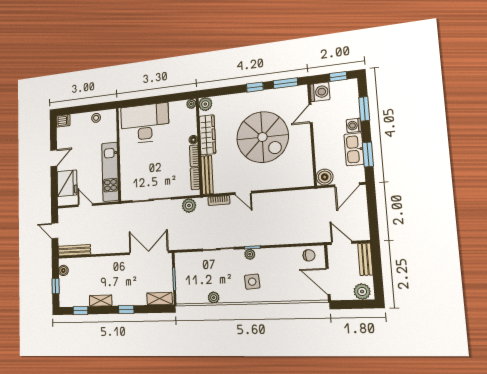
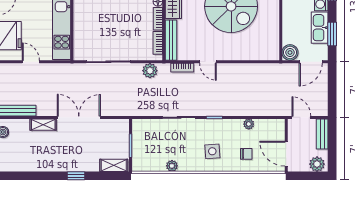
double door: (149, 253) -> (79, 117), moved
plant: (250, 254) -> (249, 124), moved
chair: (309, 255) -> (246, 154), moved
shelving: (101, 301) -> (43, 125), moved
window: (80, 311) -> (23, 176), removed

